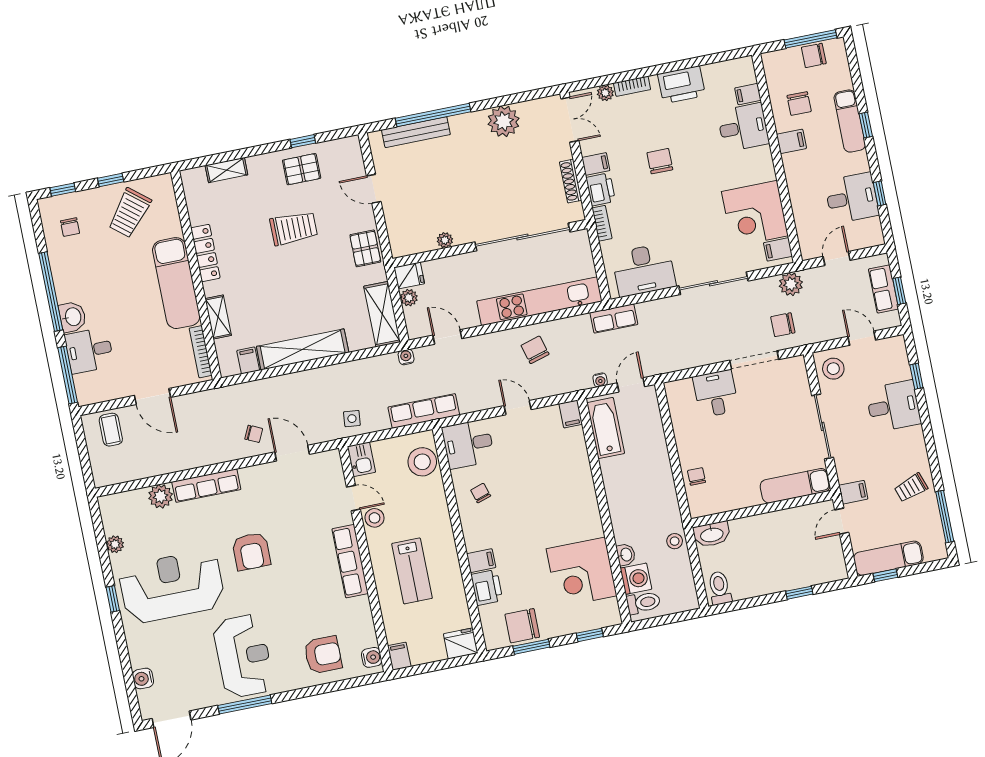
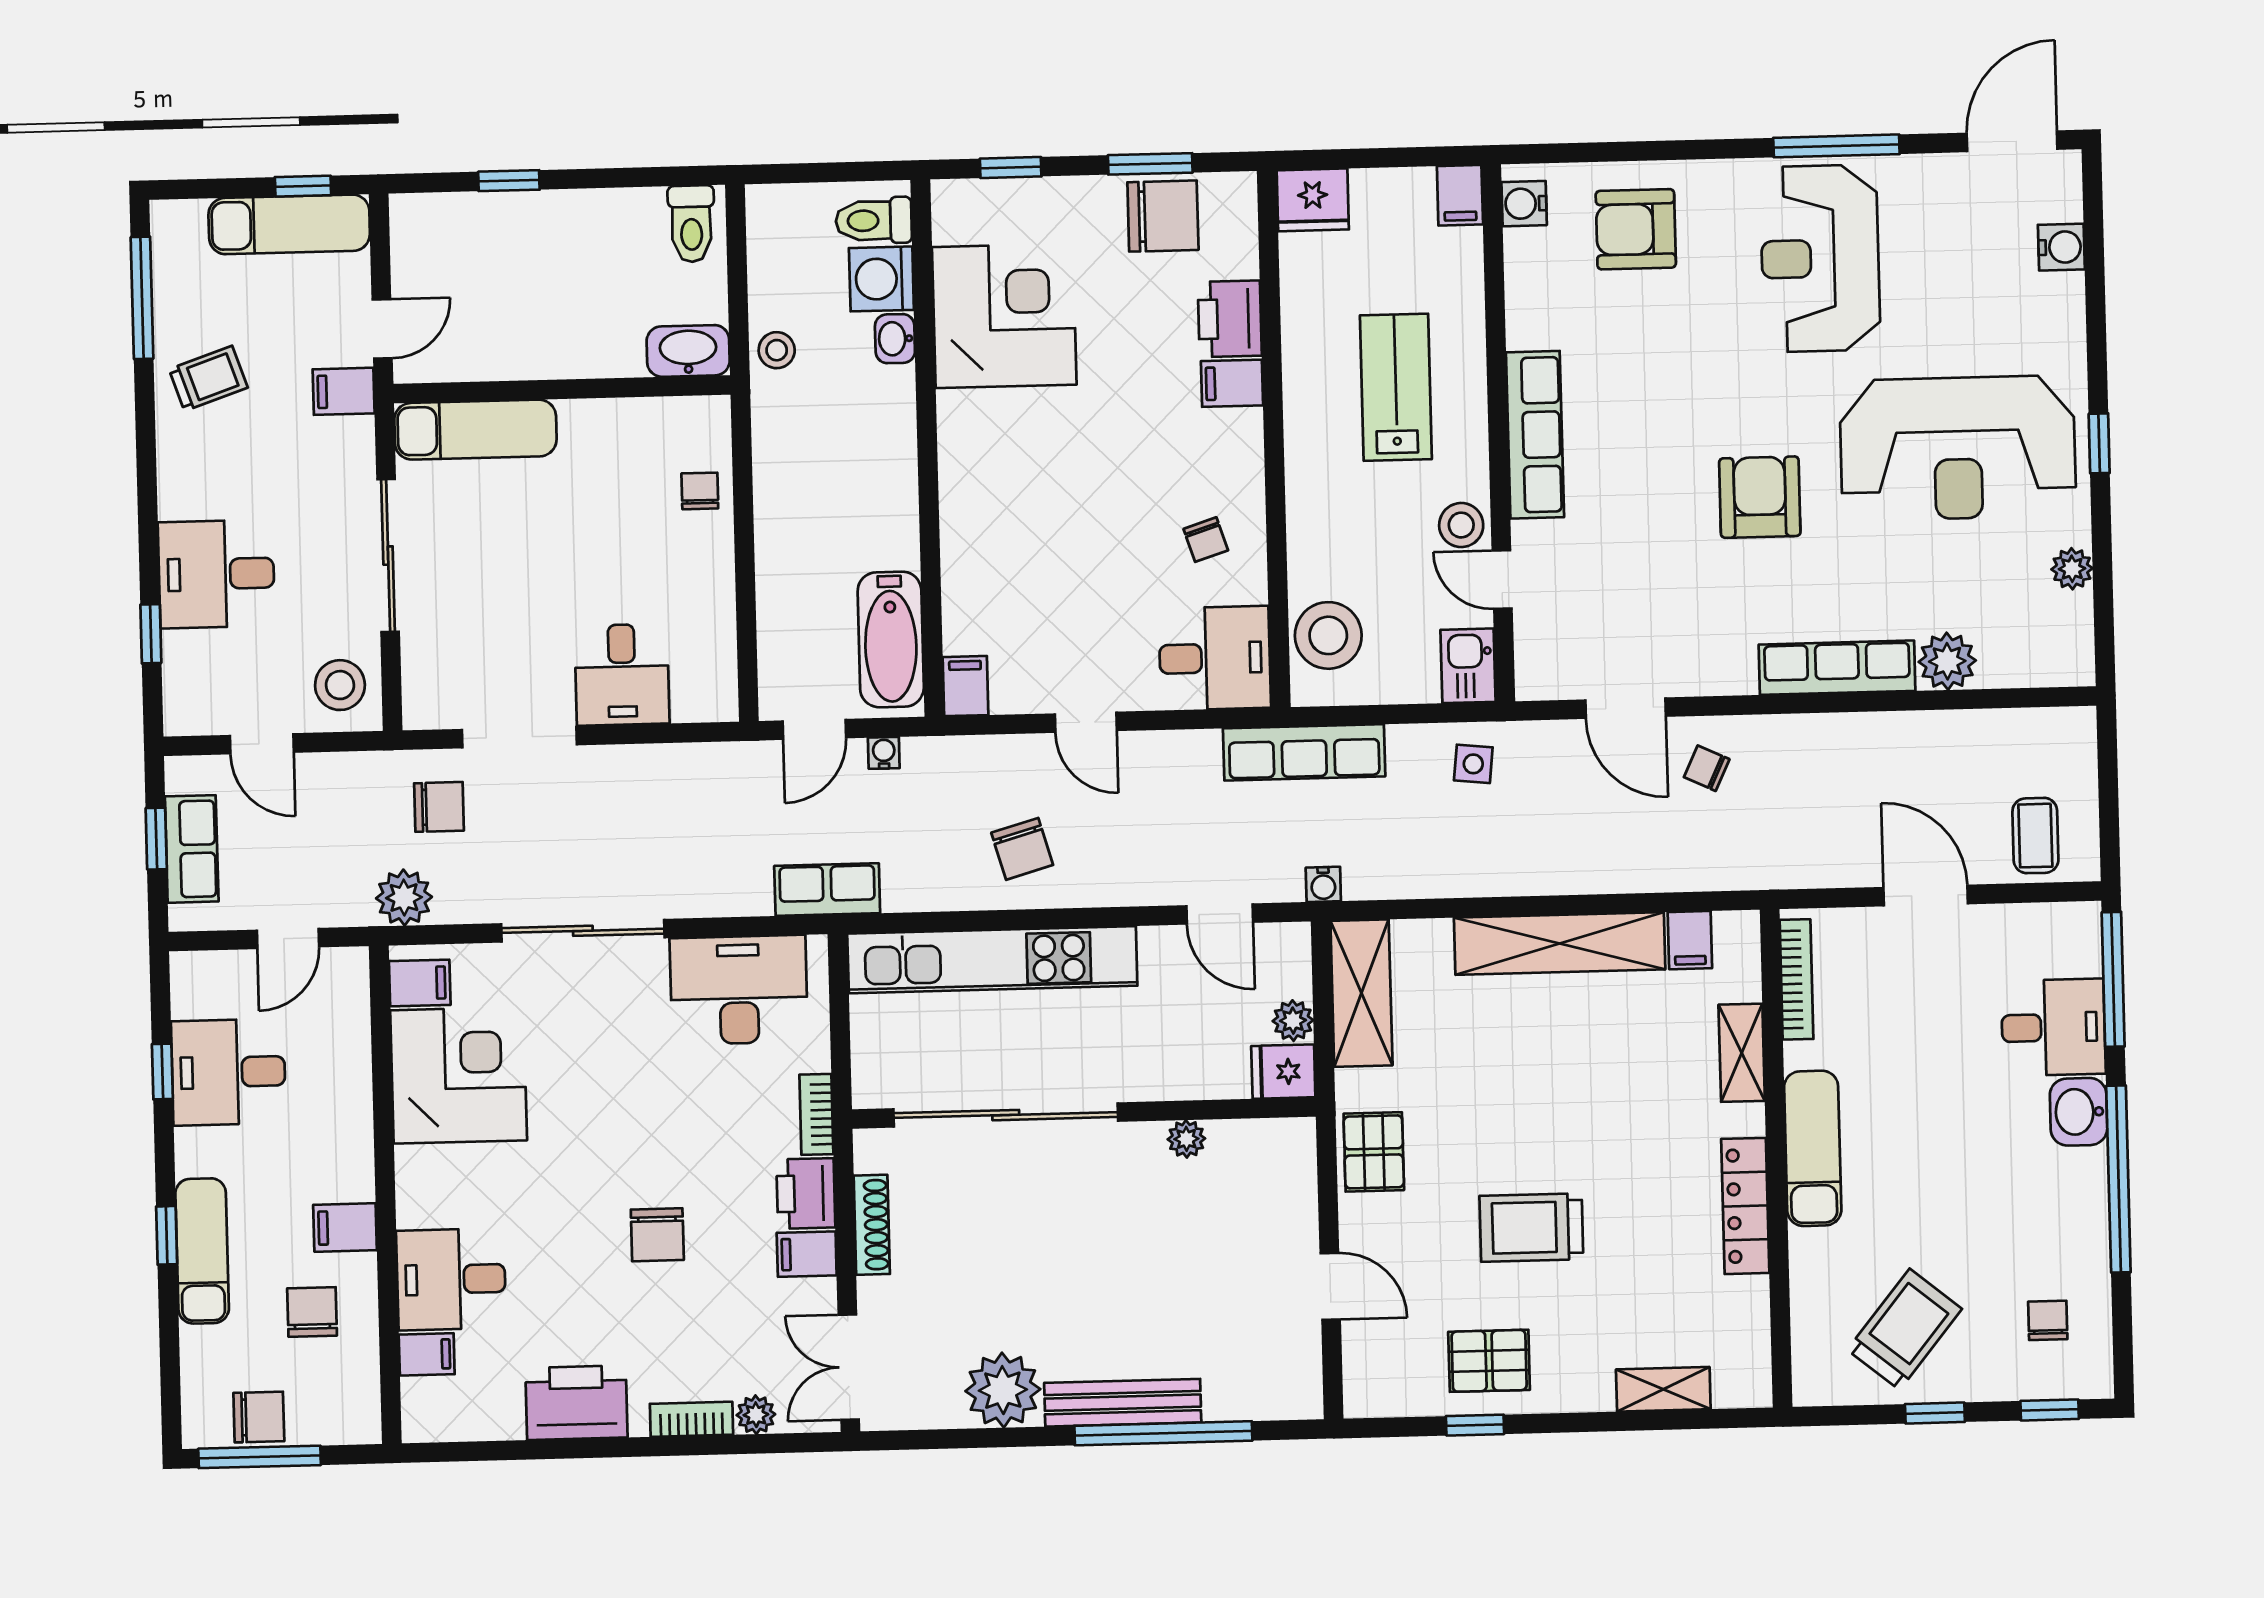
bench: (416, 132) -> (1123, 1403), moved
exam couch: (176, 283) -> (1813, 1148), width x0.73, depth x0.69
chair: (697, 476) -> (700, 491), turned 180

